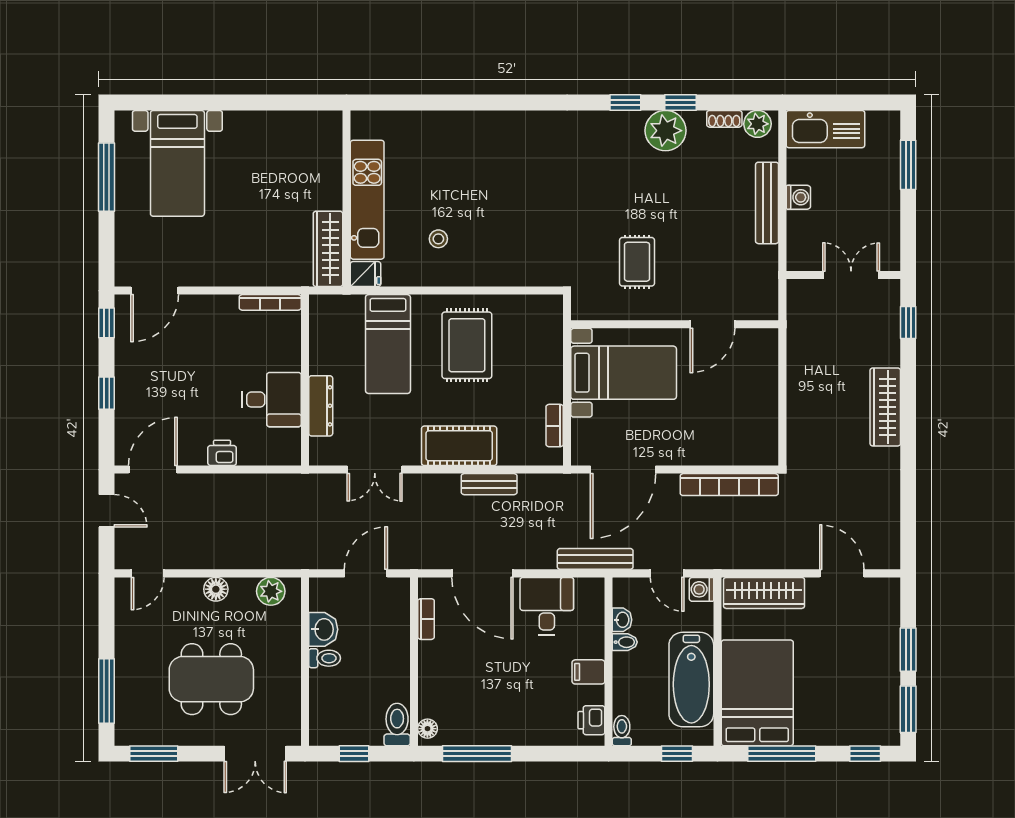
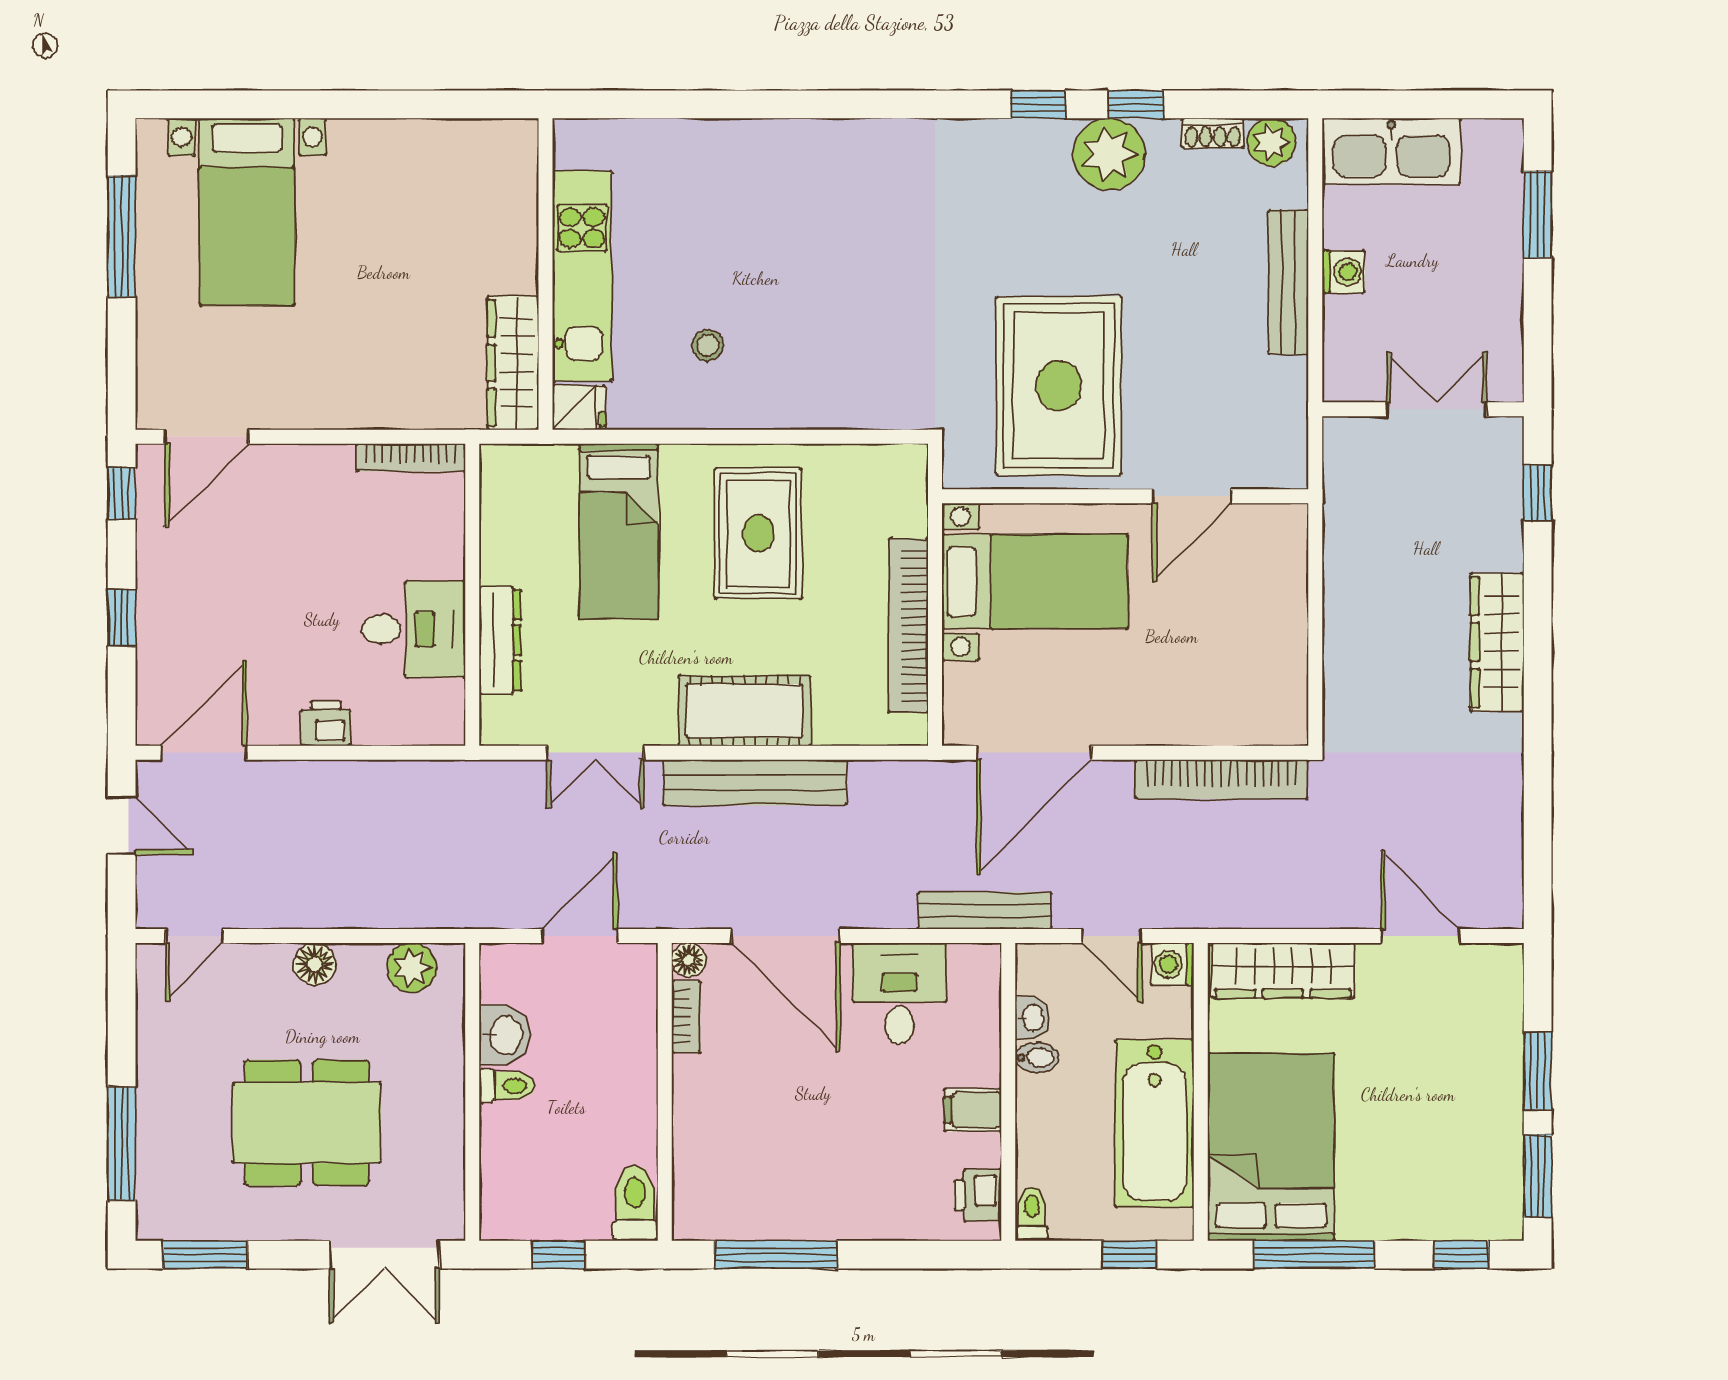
rug: (637, 262) -> (1059, 386), width x1.86, depth x2.06
bookcase: (555, 426) -> (908, 626), width x2.31, depth x1.31
bench: (489, 484) -> (755, 782), width x1.86, depth x1.21
floor lamp: (427, 729) -> (689, 960), moved

